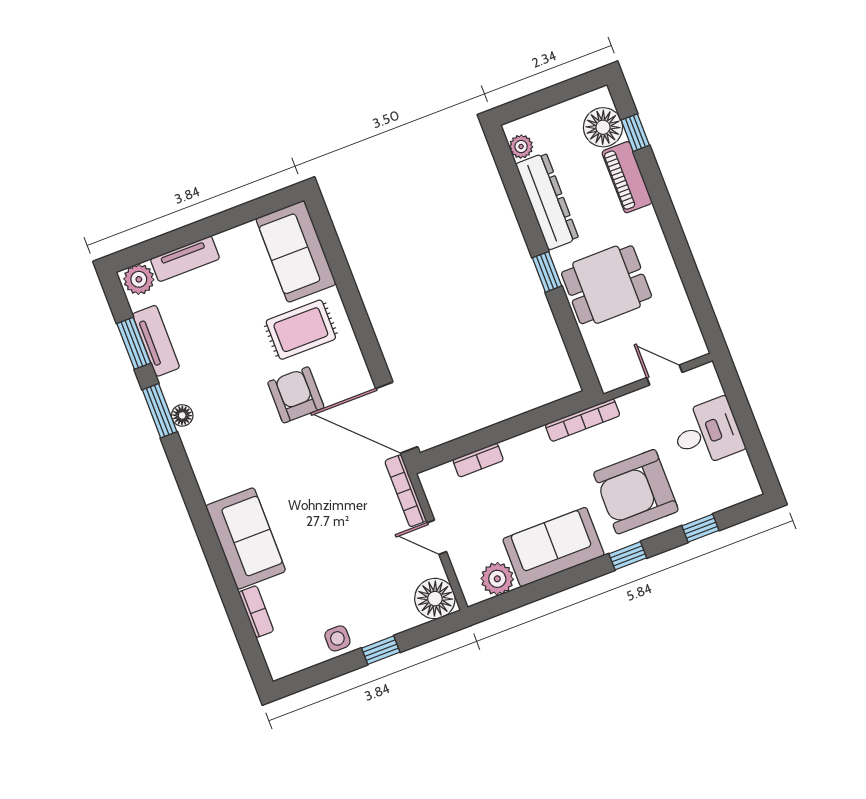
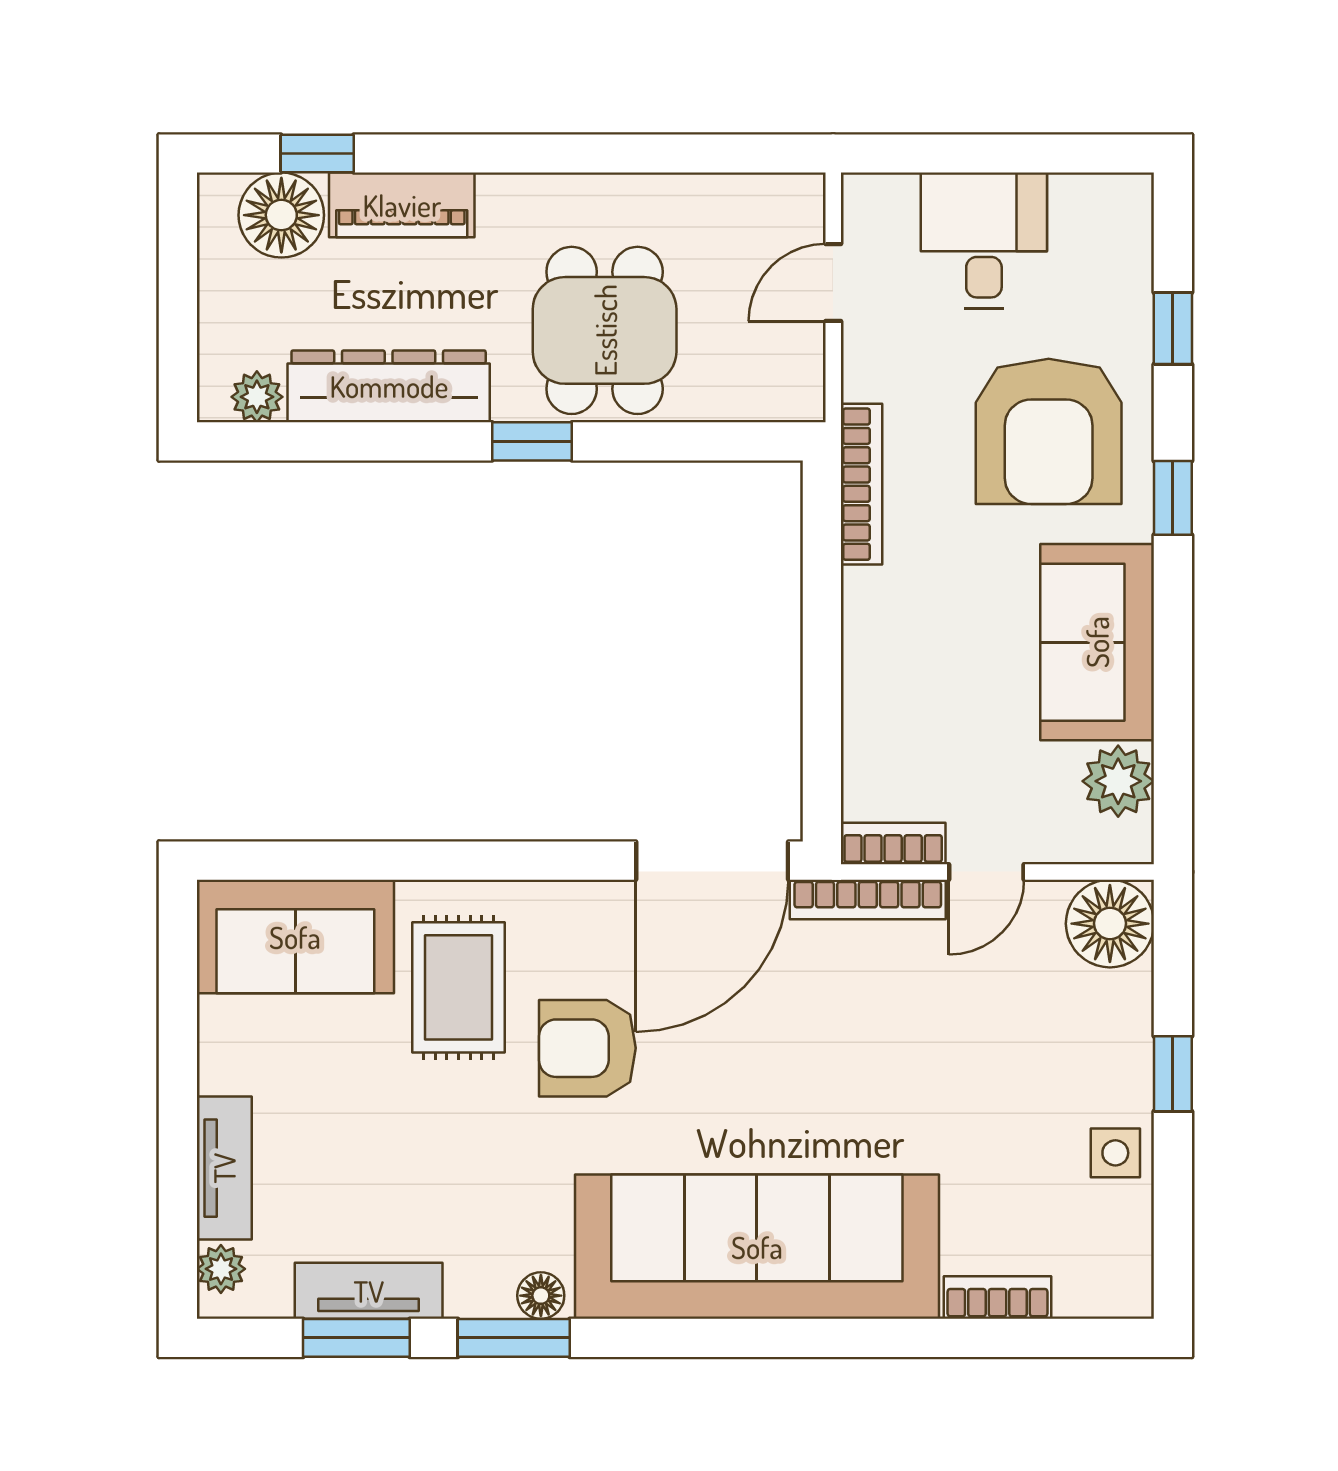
plant: (139, 279) -> (221, 1269), width x0.73, depth x0.73
bookcase: (478, 460) -> (893, 843), moved, turned -90
sofa: (246, 538) -> (757, 1247), width x1.85, depth x1.27

